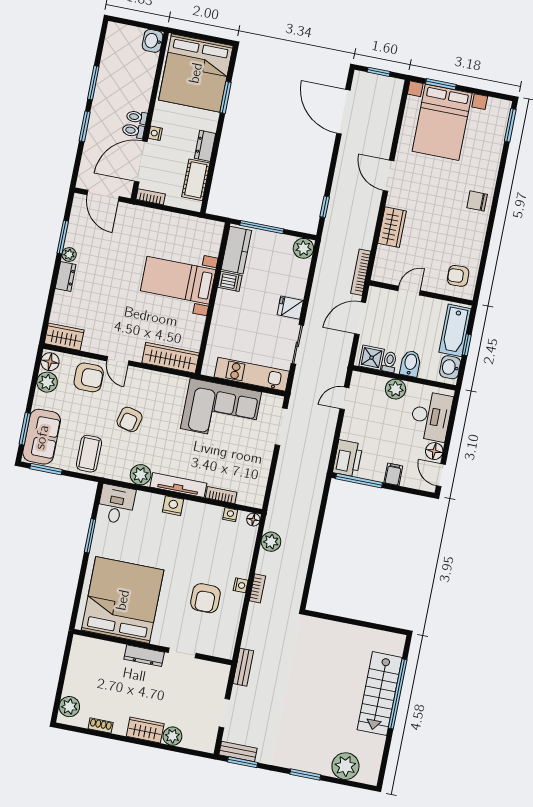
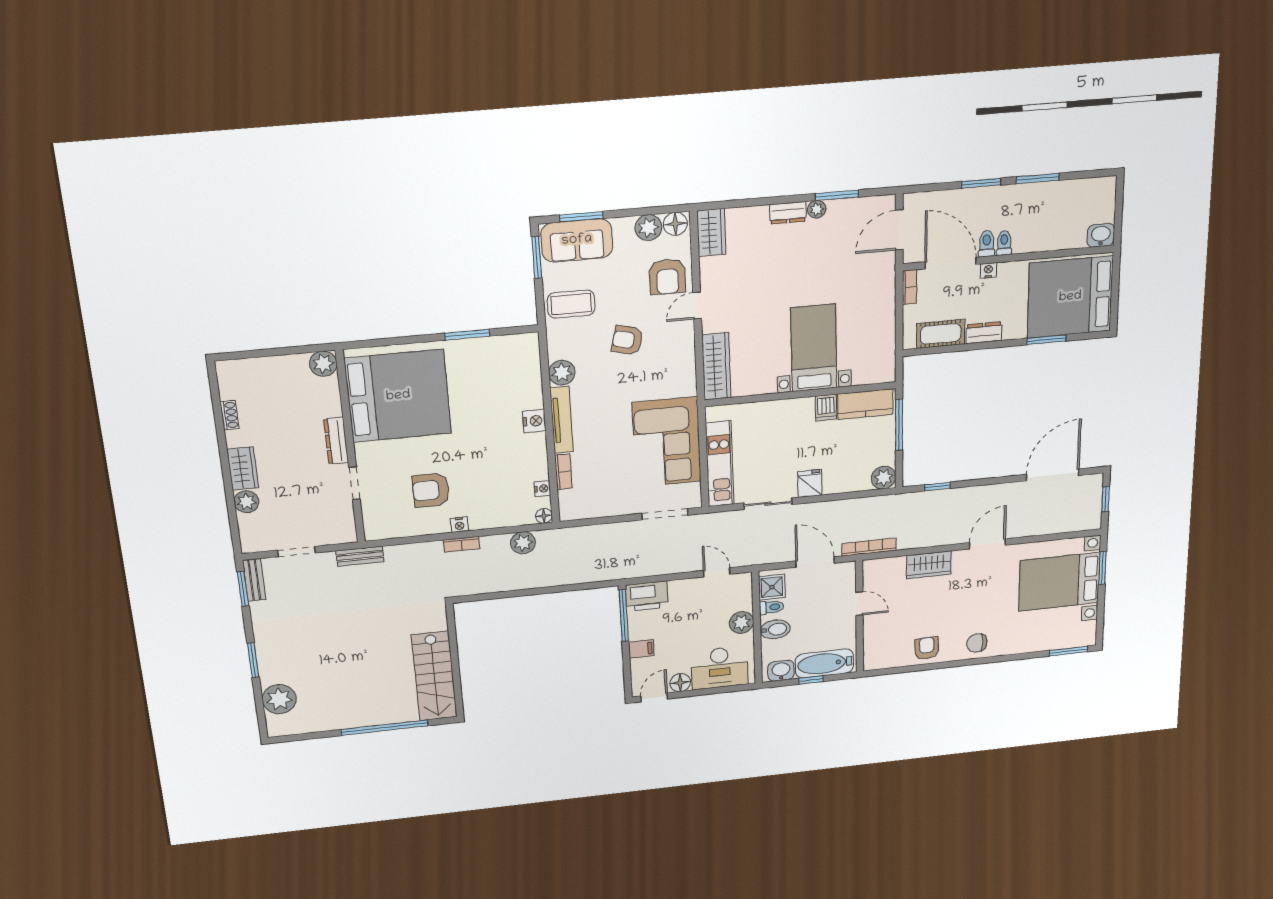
chair: (477, 201) -> (977, 643), turned -90
armchair: (458, 276) -> (927, 648), moved
desk: (116, 504) -> (516, 355), removed
stairs: (380, 694) -> (434, 676), moved, turned -90
plant: (69, 707) -> (323, 364), moved

